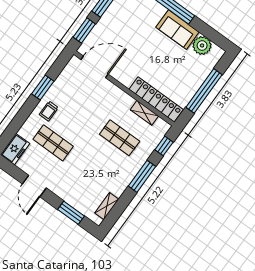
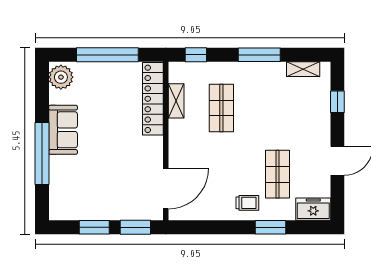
plant: (202, 45) -> (61, 77), moved
door: (94, 67) -> (166, 189), swing flipped
window: (43, 87) -> (271, 227), moved
window: (142, 176) -> (259, 55), moved
window: (71, 213) -> (337, 102), width x0.67

